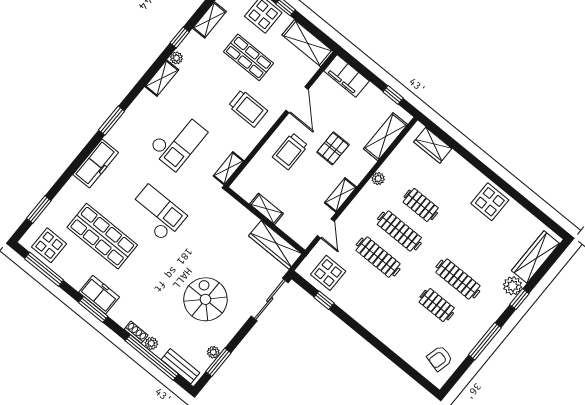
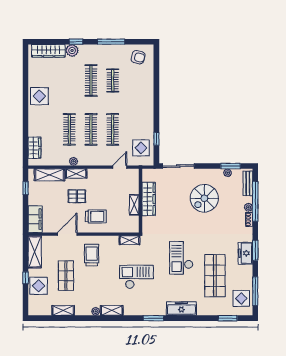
window: (180, 37) -> (84, 318), removed
shelving: (340, 195) -> (76, 174), moved
clothes rail: (421, 205) -> (69, 129), width x1.36
wardrobe: (275, 245) -> (149, 199), moved

